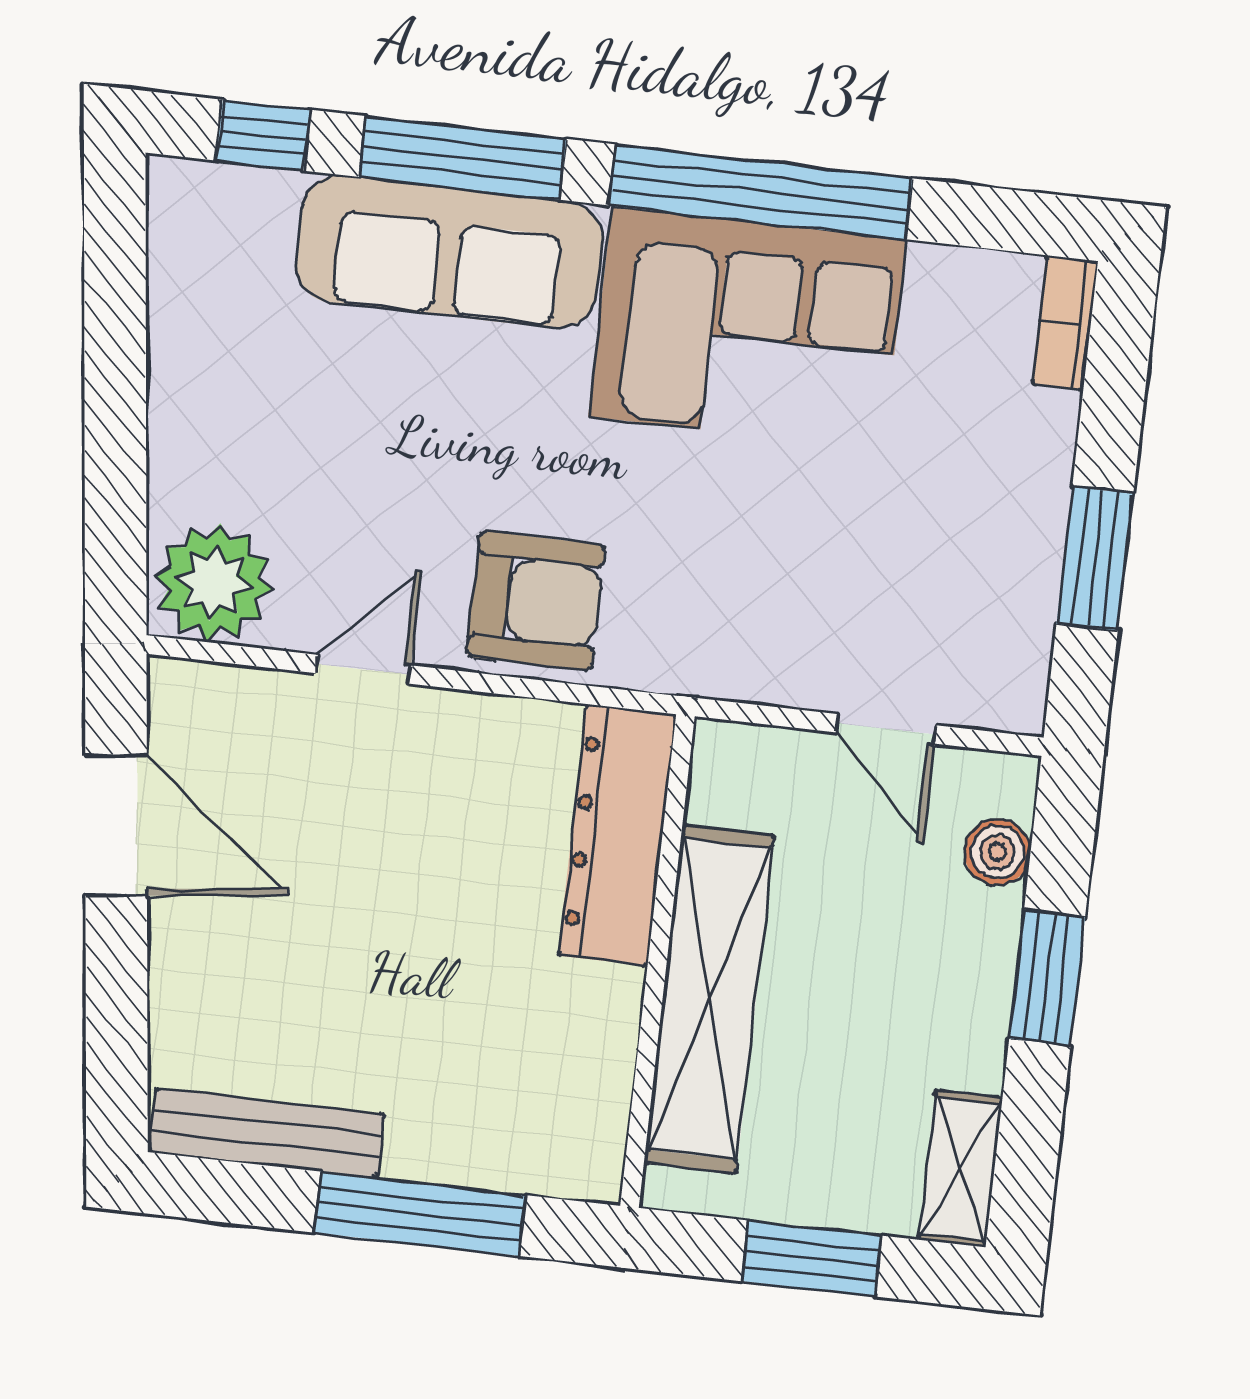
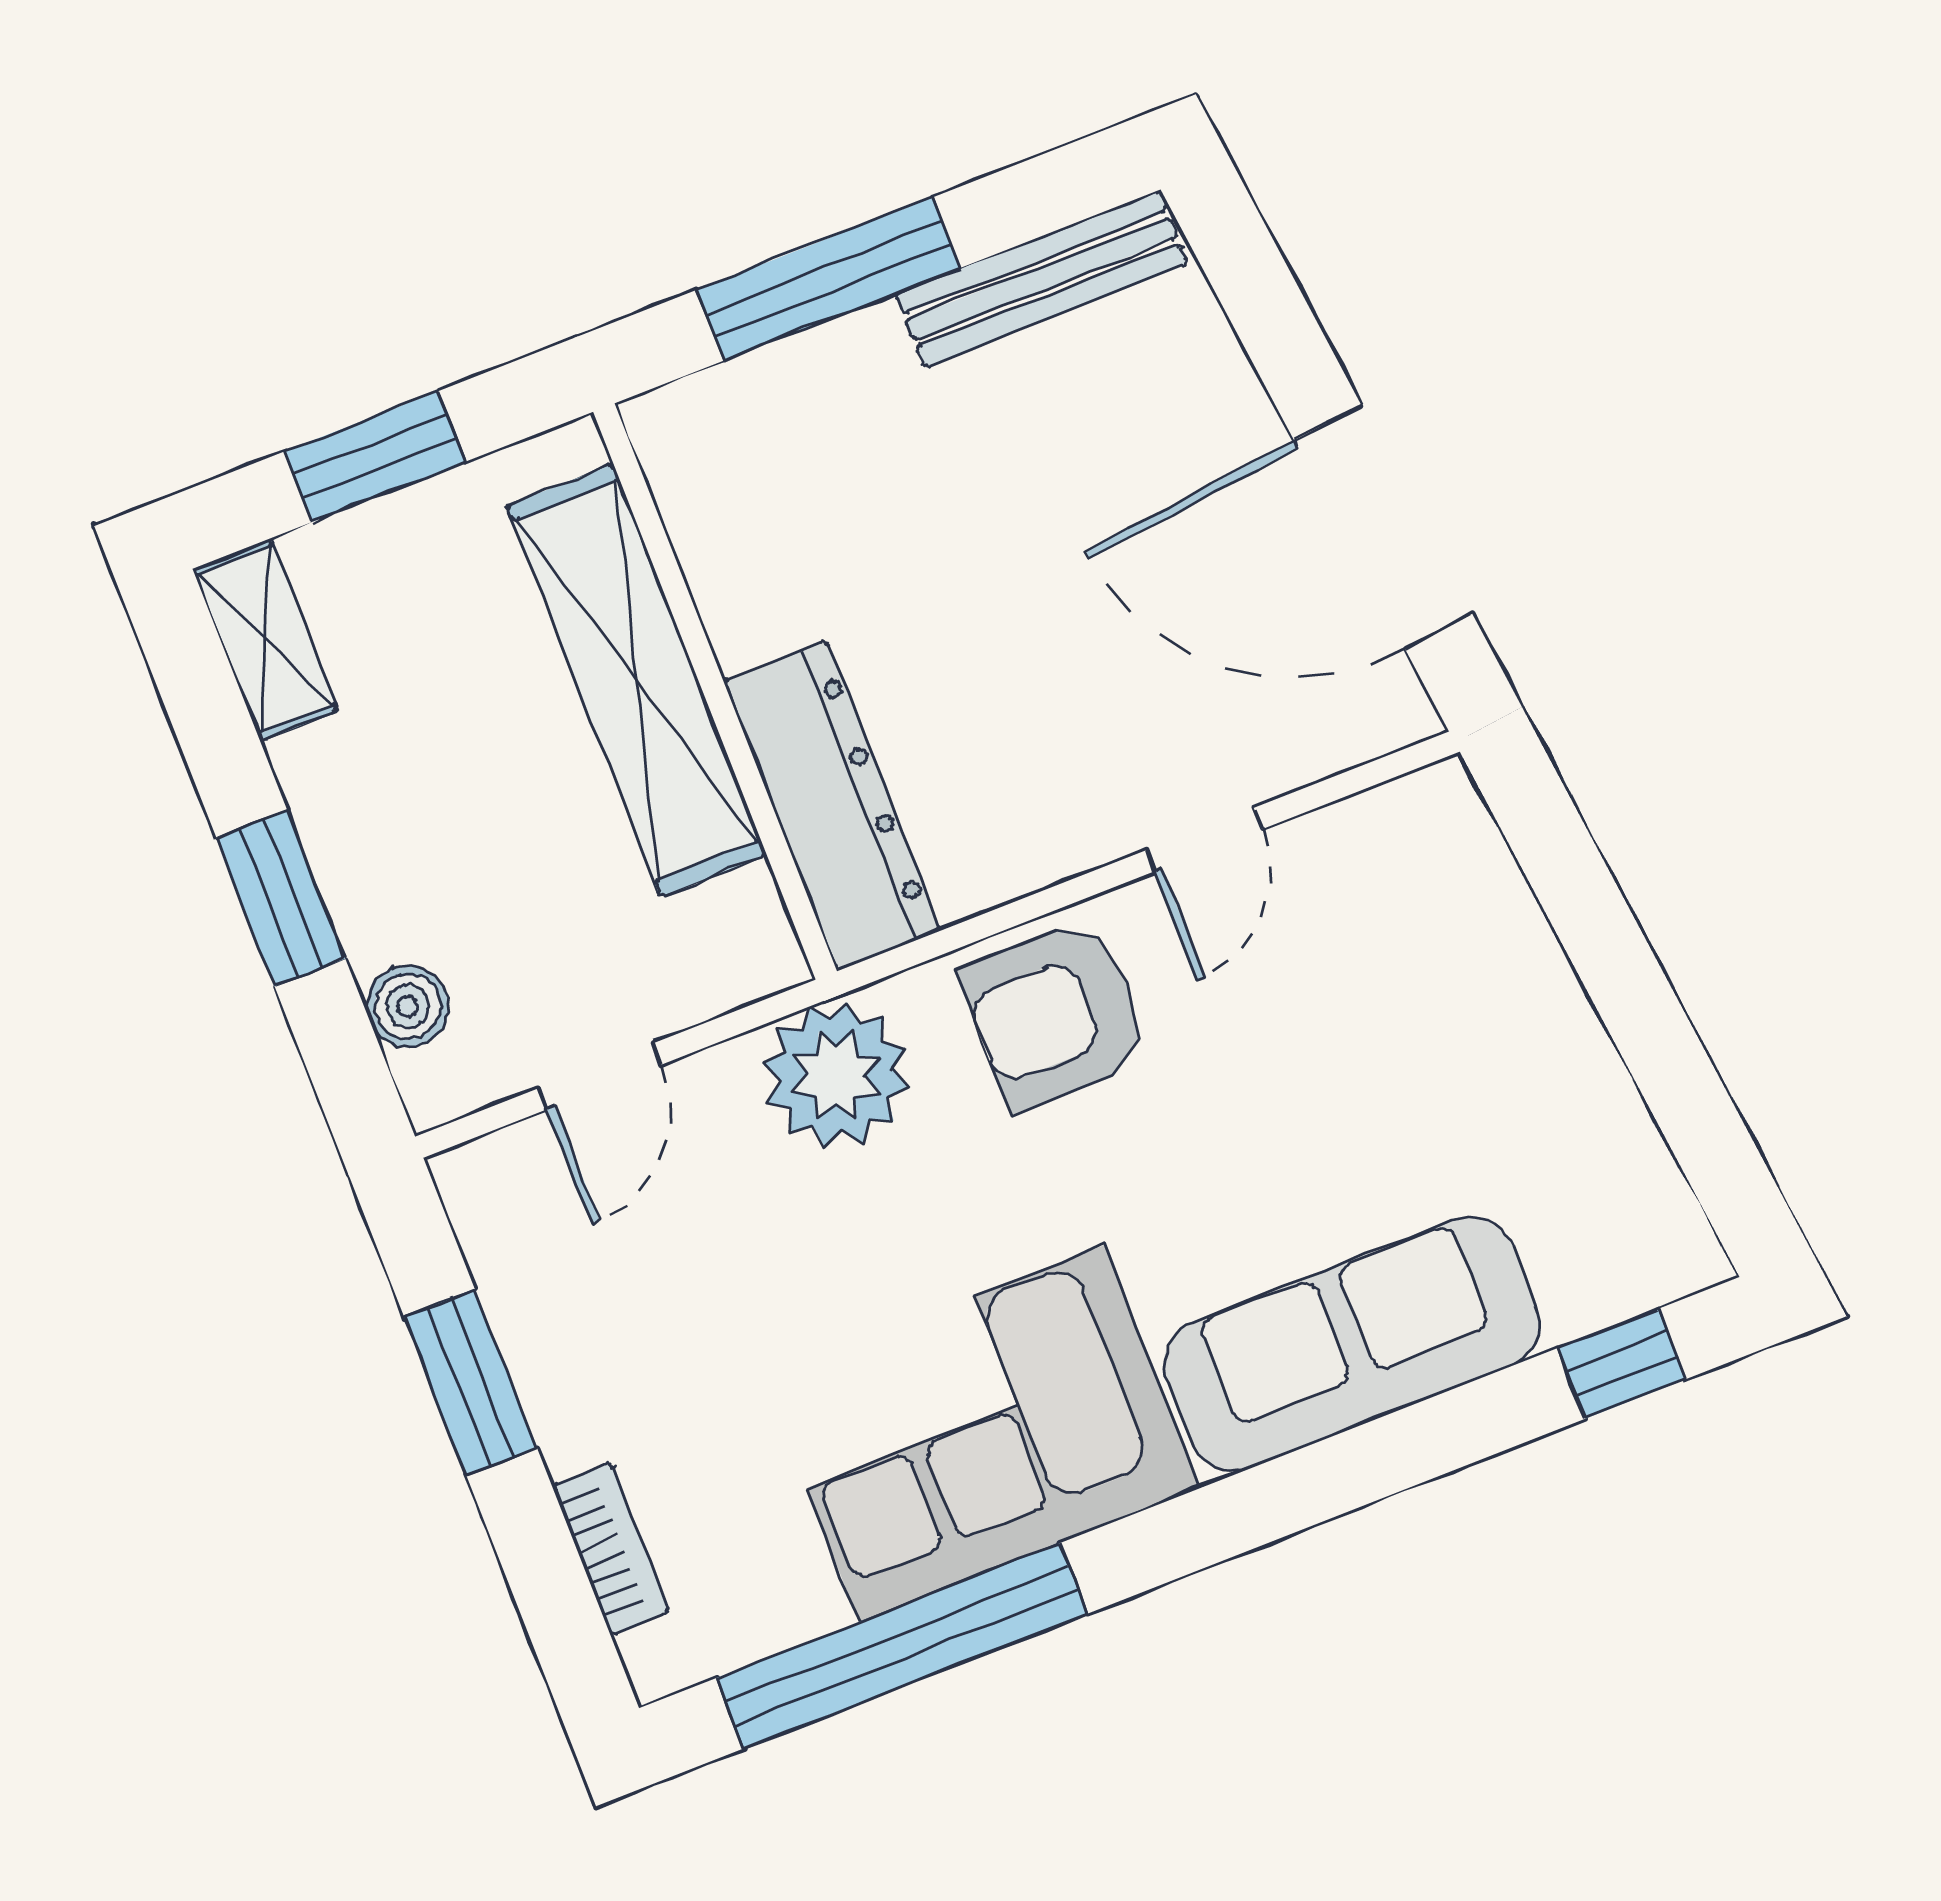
window: (462, 158) -> (1391, 1454), removed
window: (760, 192) -> (902, 1646), moved
bookcase: (1065, 323) -> (611, 1549), moved
plant: (214, 583) -> (836, 1075), moved
door: (886, 729) -> (600, 1076), swing flipped
door: (116, 825) -> (1383, 527), width x1.36

